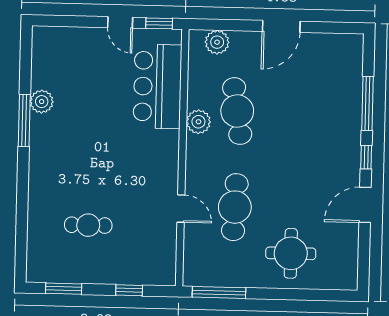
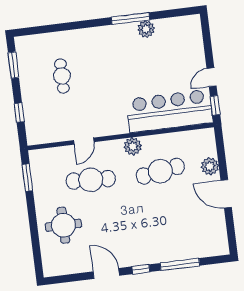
plant: (217, 42) -> (210, 166), moved
bar counter: (157, 86) -> (169, 111), width x1.36
plant: (198, 122) -> (133, 146), moved
window: (219, 292) -> (27, 178), width x0.69

